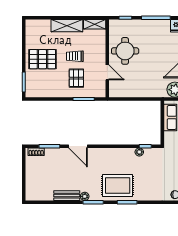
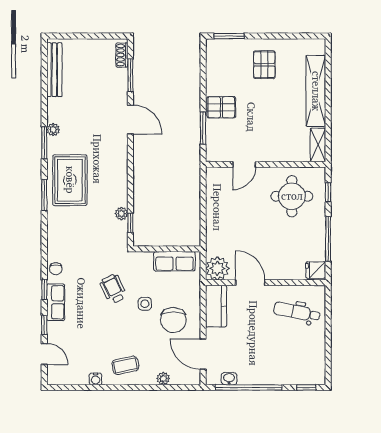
shelving: (67, 26) -> (316, 91), width x1.47
round table: (125, 51) -> (292, 196), moved
trolley: (75, 56) -> (269, 115), removed
pallet: (42, 59) -> (264, 65), width x0.67, depth x0.71
pallet: (76, 78) -> (221, 107), moved
door: (78, 146) -> (130, 119), swing flipped
bench: (67, 196) -> (54, 70), moved, width x1.36

